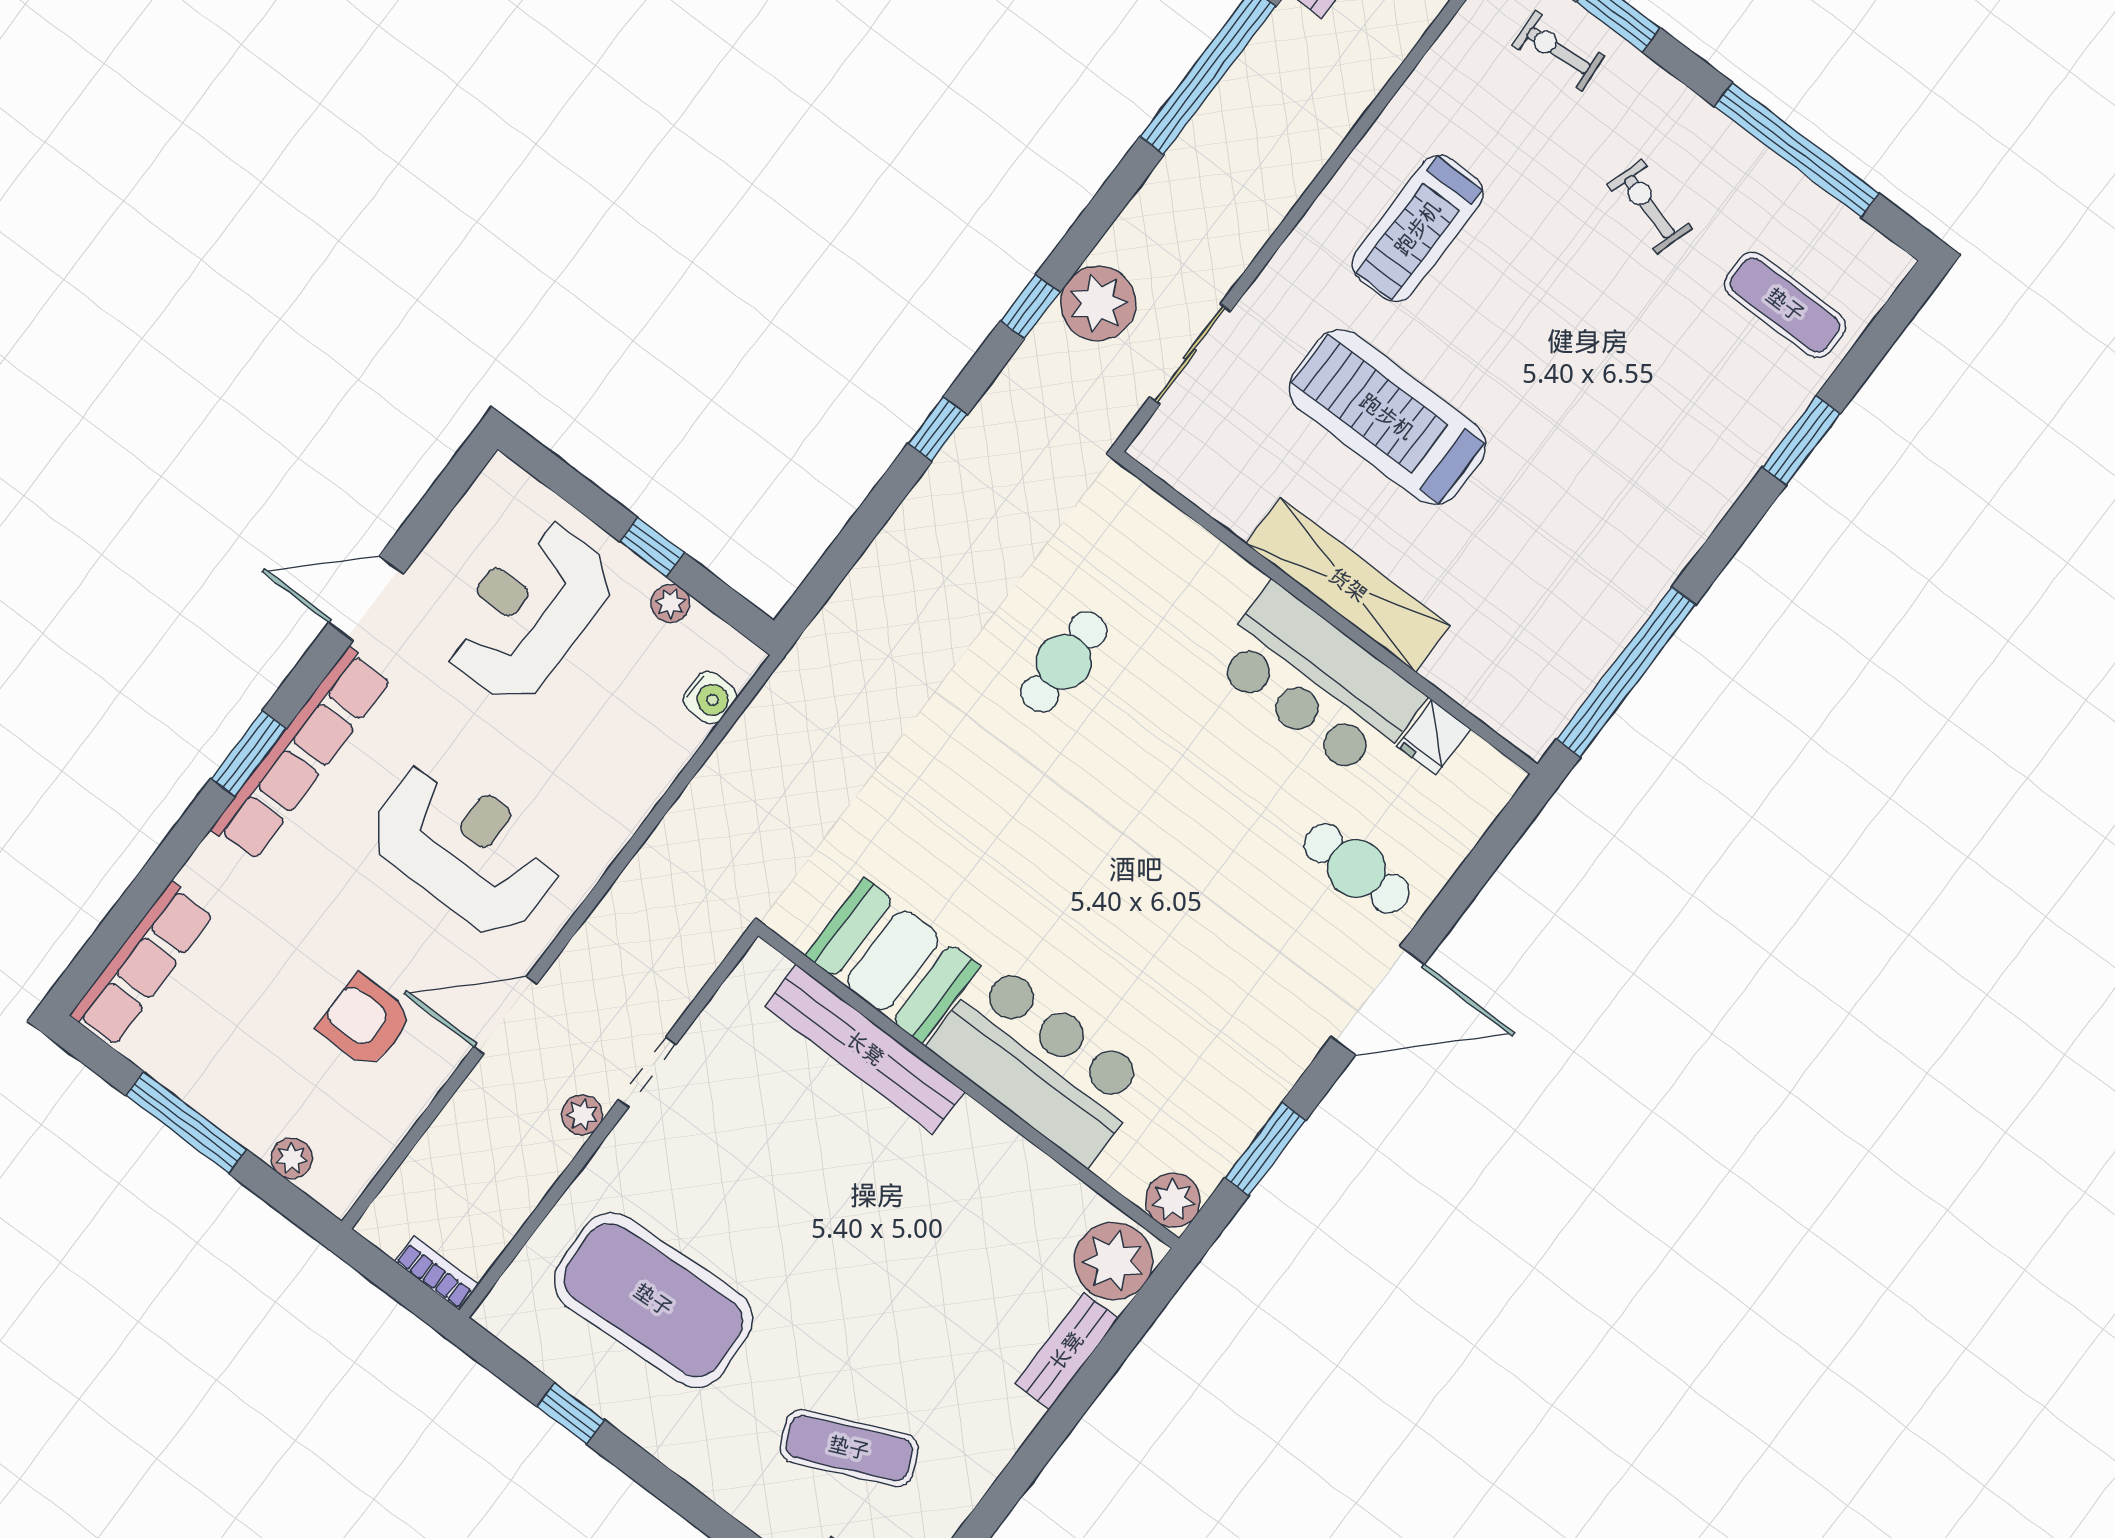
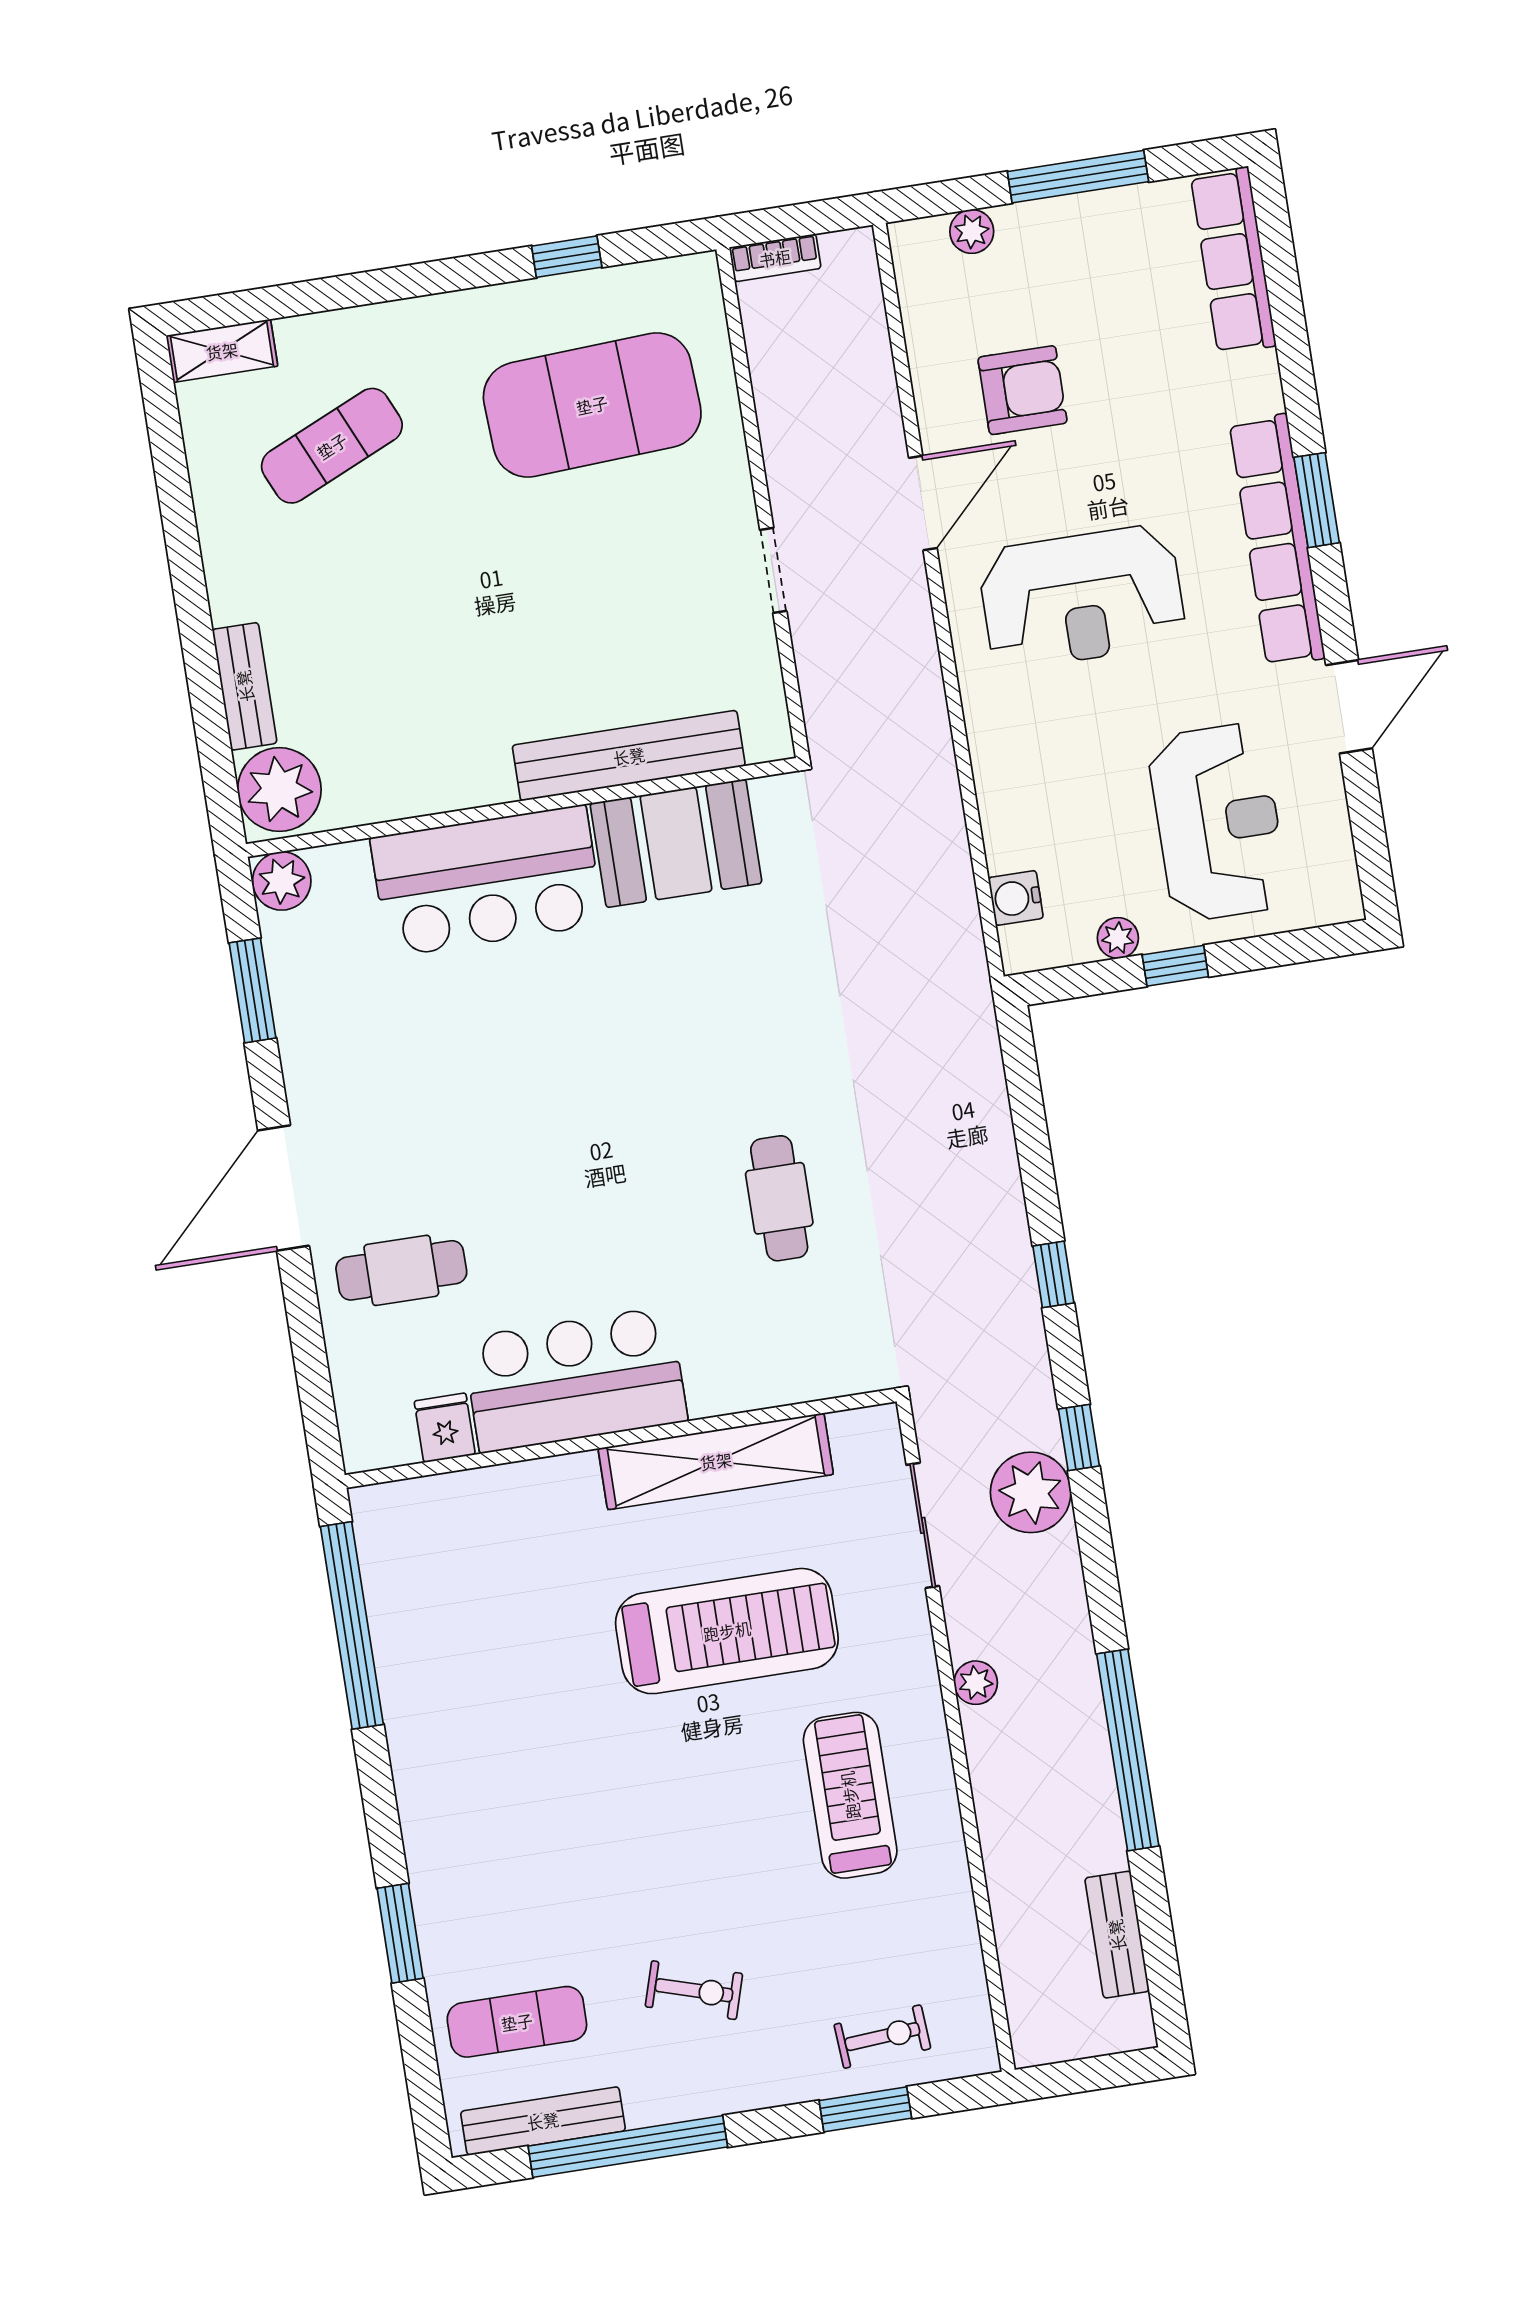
bench: (1835, 223) -> (543, 2121), added
shelving: (1348, 585) -> (716, 1461), moved
plant: (582, 1115) -> (976, 1683), moved

